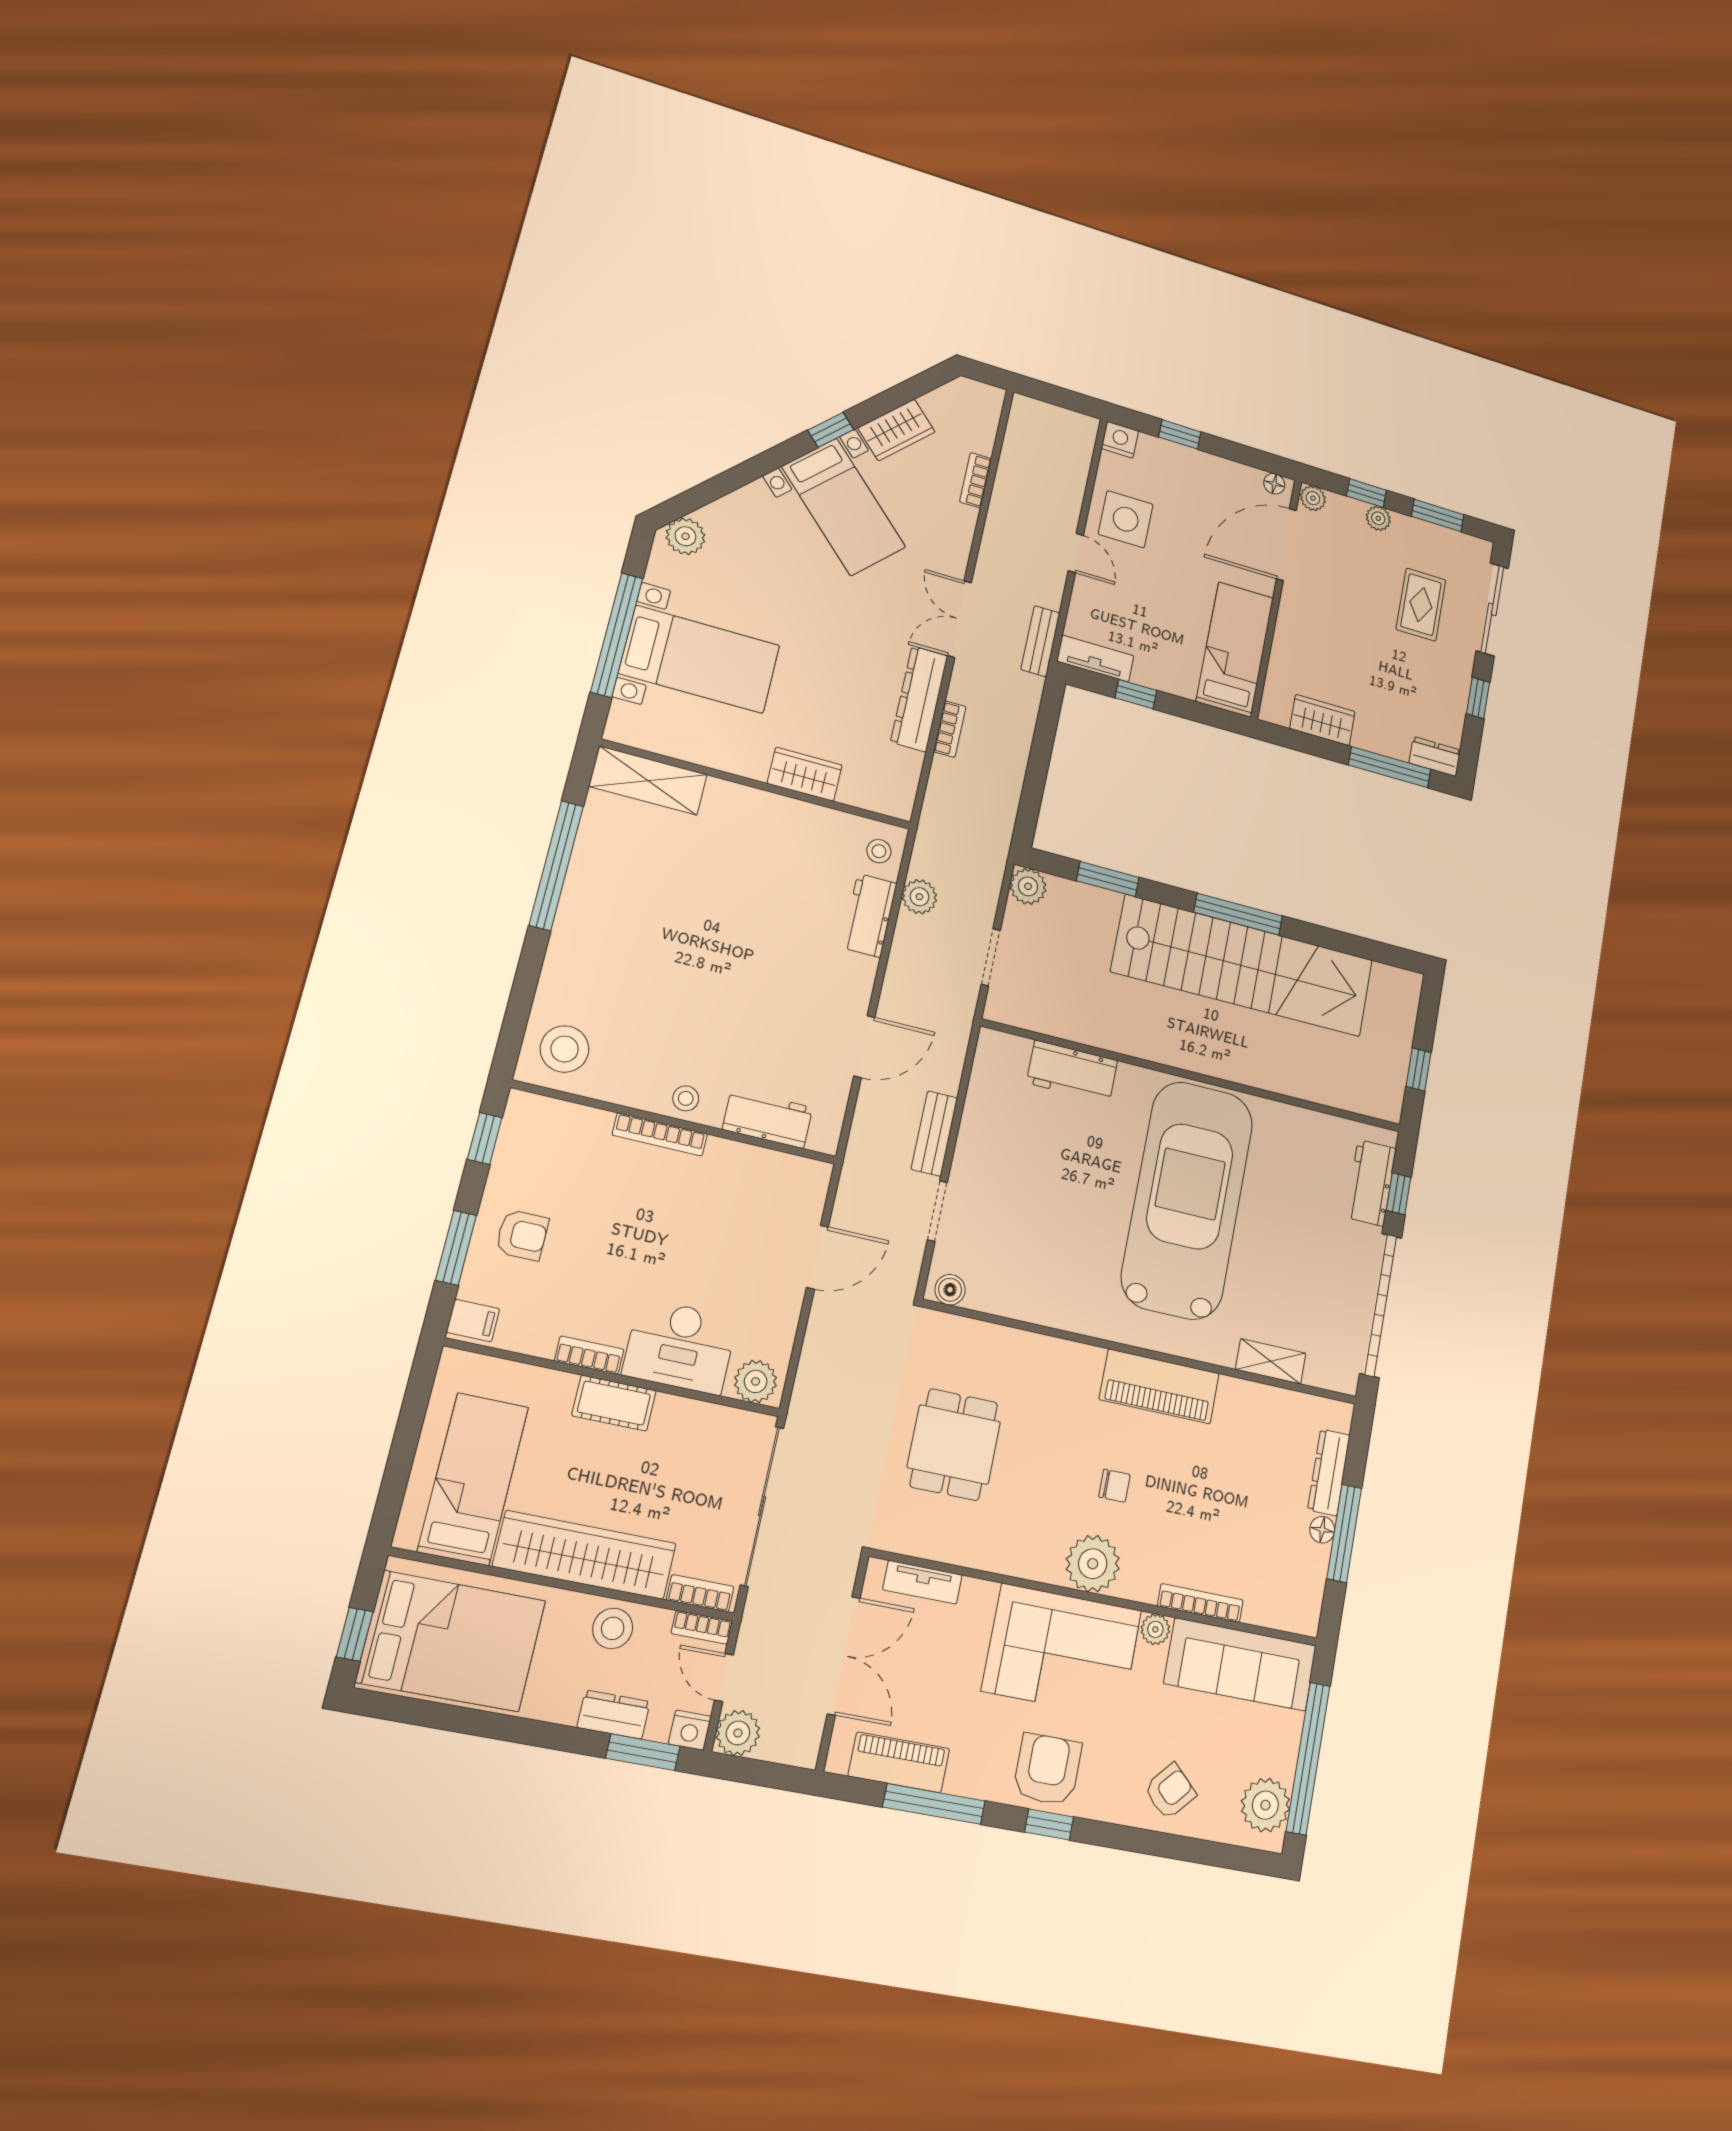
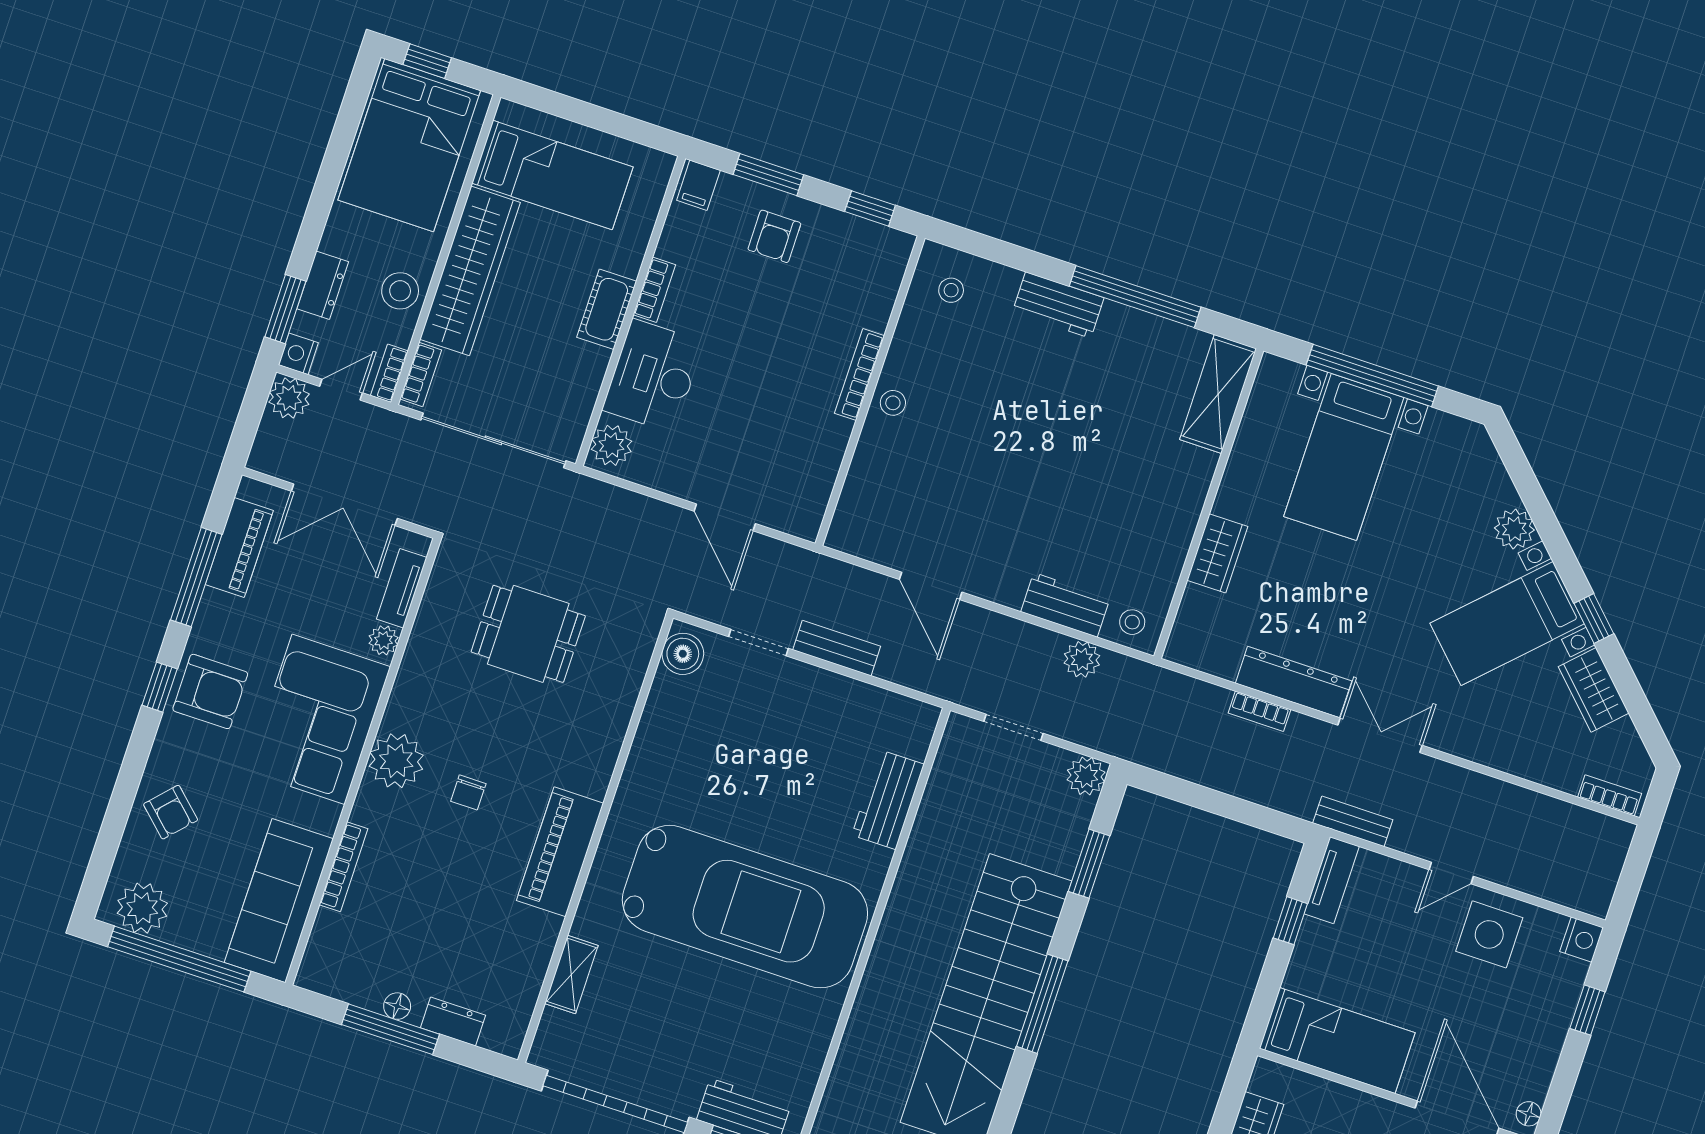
bookcase: (976, 480) -> (1610, 795), moved
plant: (685, 536) -> (1514, 529), moved
stool: (565, 1049) -> (951, 290), width x0.53, depth x0.53
workbench: (768, 1118) -> (1058, 305), moved, turned 90
boiler: (950, 1290) -> (683, 654), width x1.36, depth x1.36
dresser: (1329, 1472) -> (453, 1022), width x0.70
plant: (1155, 1629) -> (384, 640), moved

